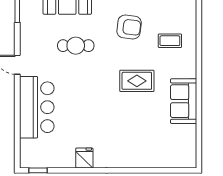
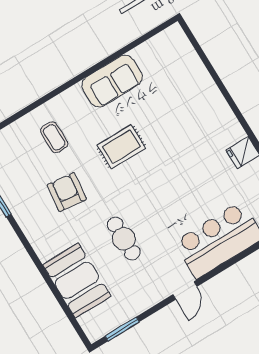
rug: (137, 81) -> (121, 147), turned 90

